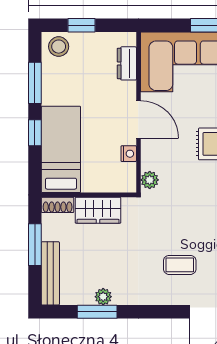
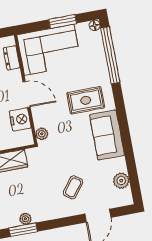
nightstand: (129, 154) -> (20, 119), width x1.89, depth x1.79
coffee table: (180, 265) -> (73, 187), turned -53

